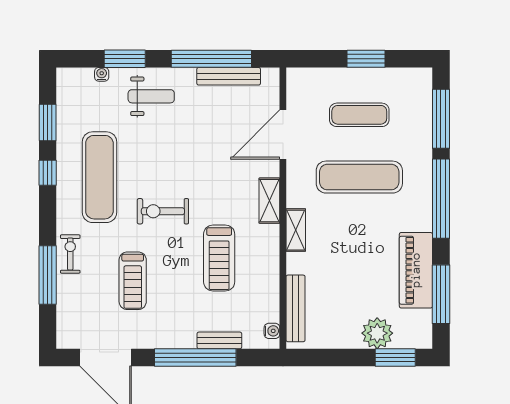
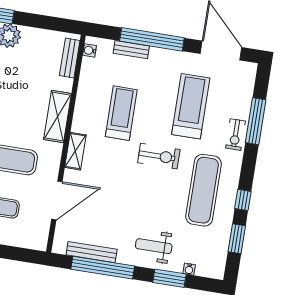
shelving: (296, 230) -> (58, 117), width x1.50, depth x1.33
treadmill: (133, 281) -> (191, 106), width x1.37, depth x1.38
bench: (296, 308) -> (70, 58), width x0.73

